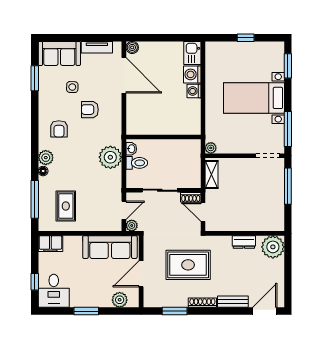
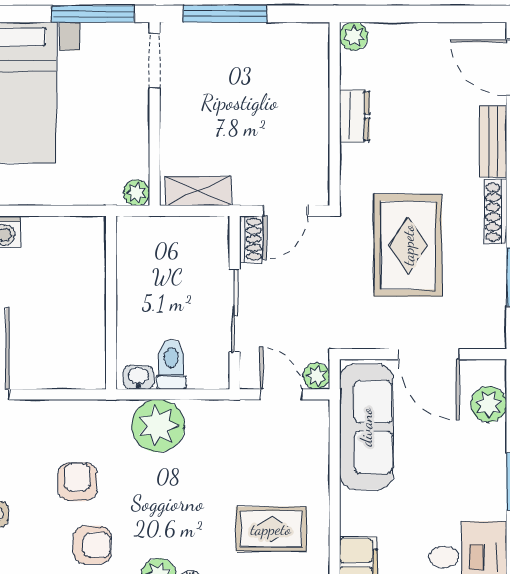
armchair: (90, 110) -> (77, 482), moved, turned 180
plant: (273, 247) -> (354, 36), width x0.53, depth x0.53

